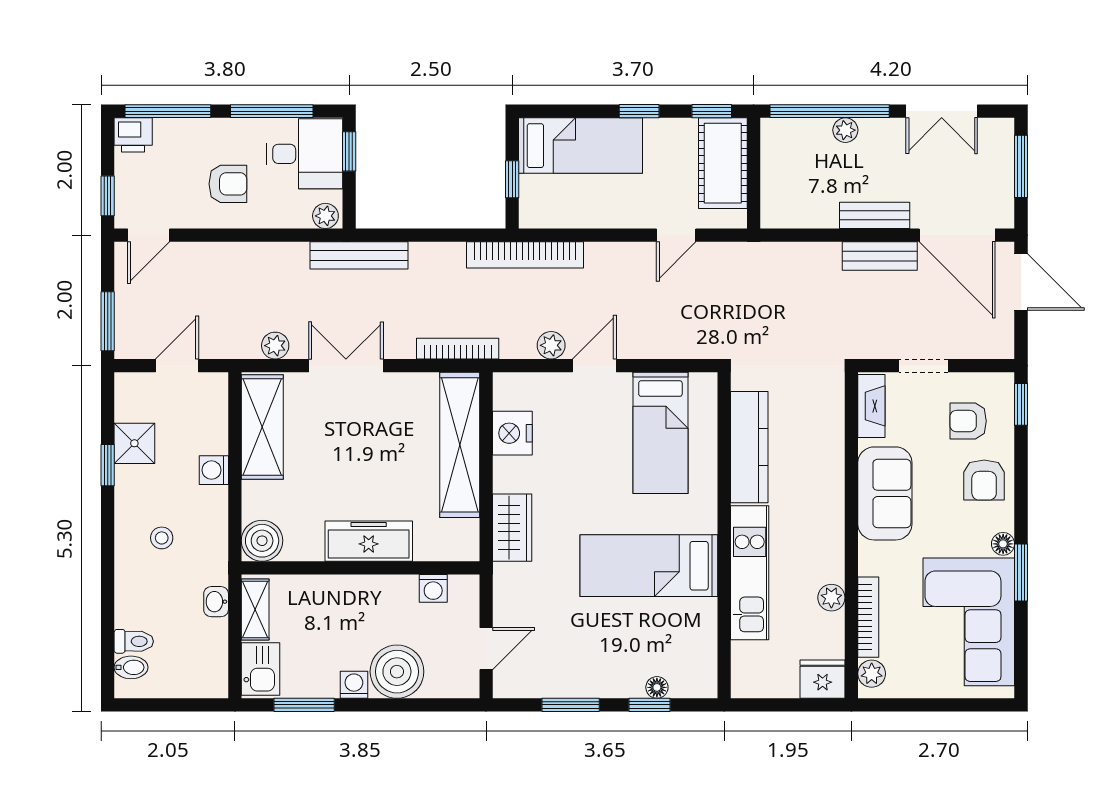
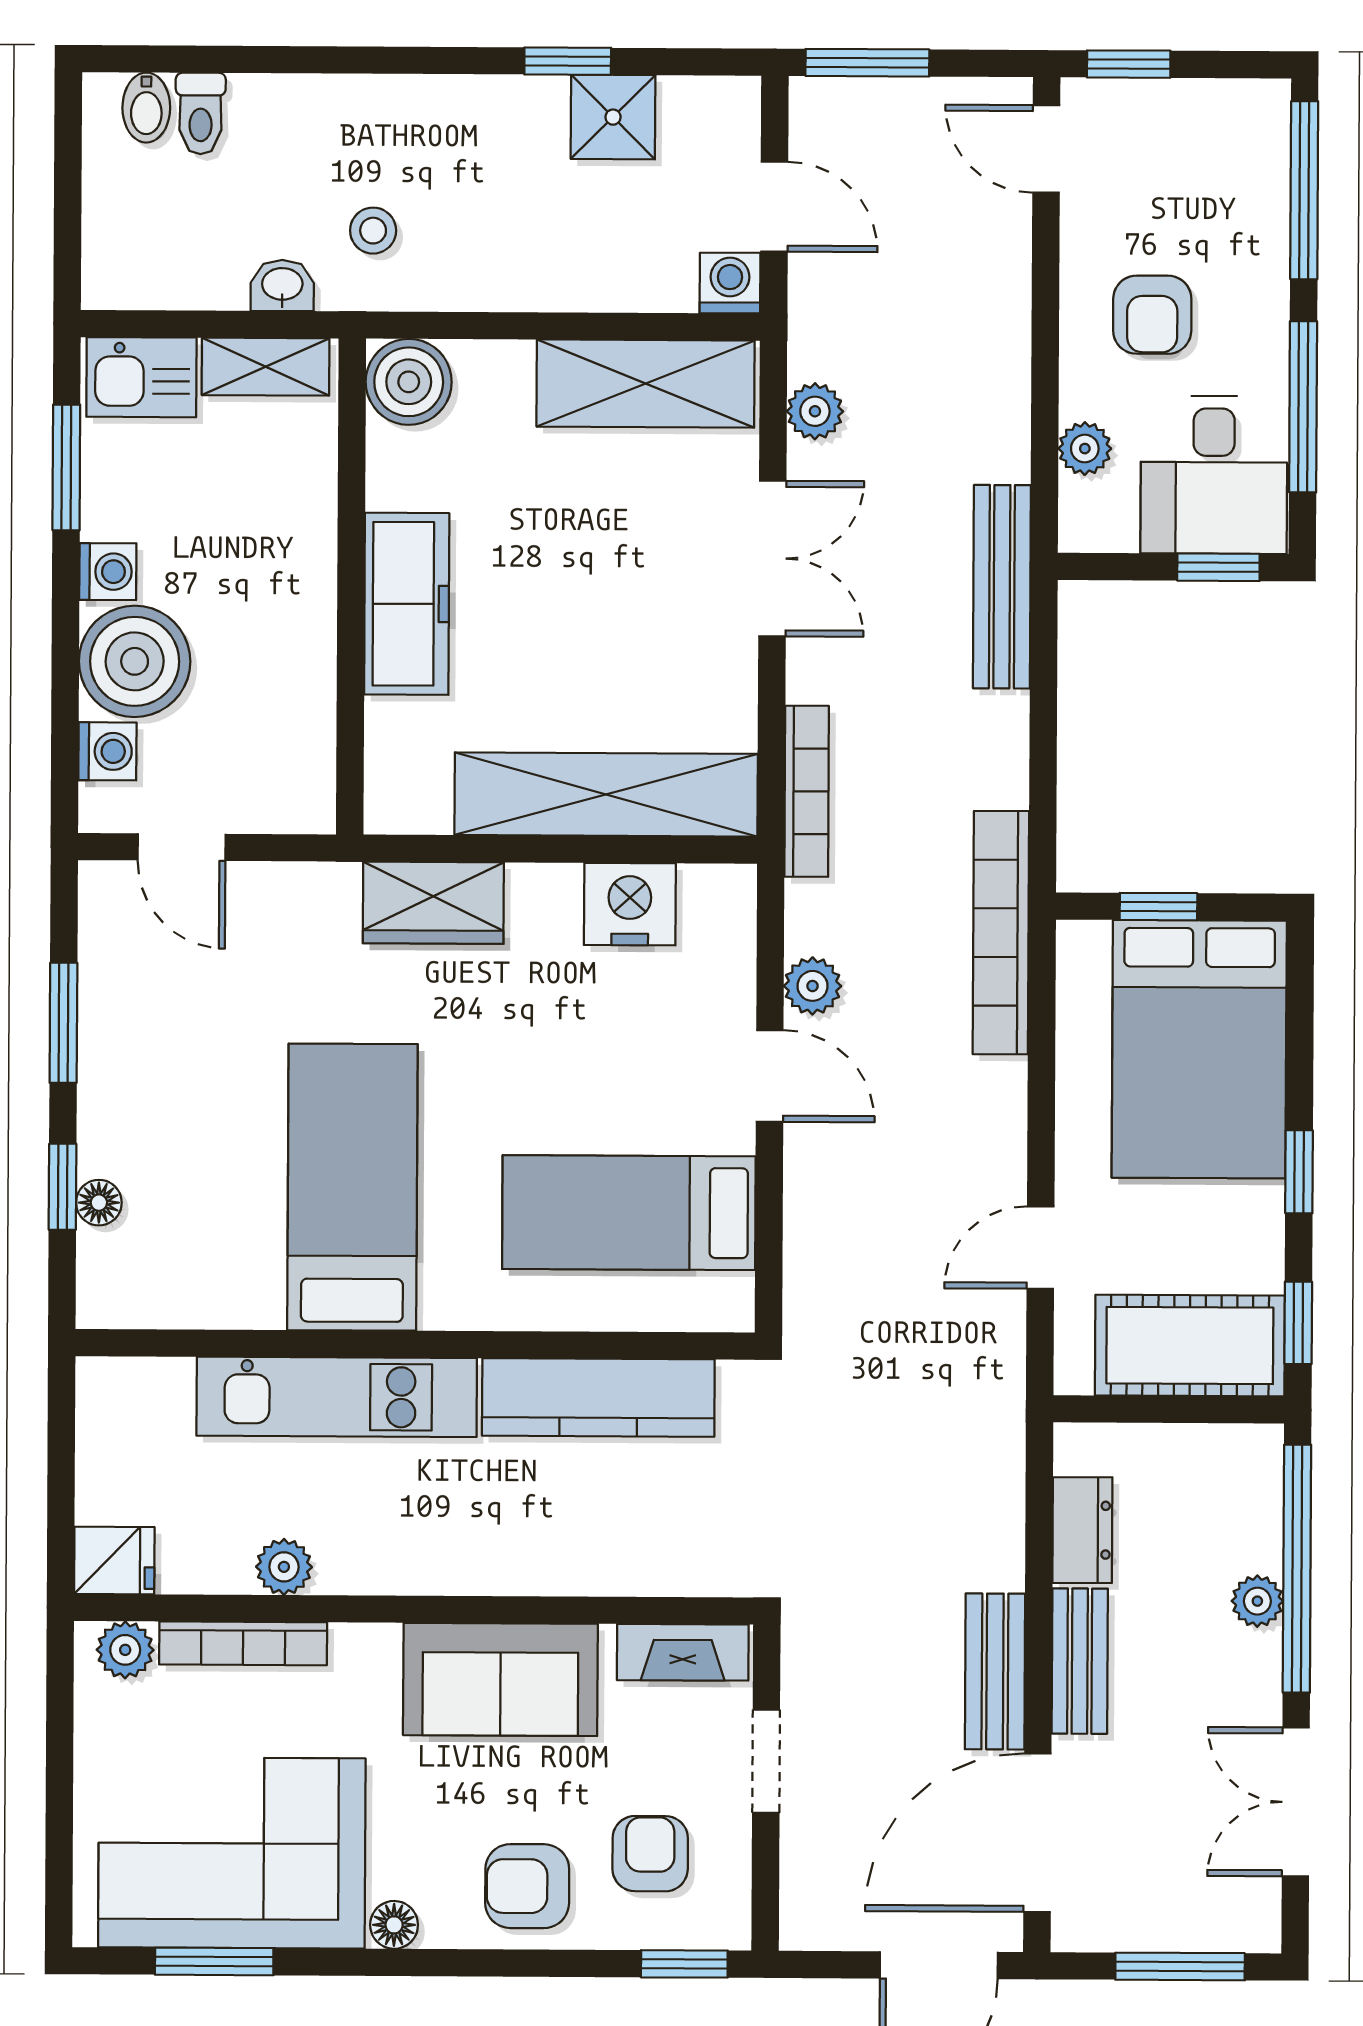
printer: (133, 135) -> (1255, 118), removed
bed: (581, 146) -> (1199, 1049), width x1.50
dresser: (812, 214) -> (1082, 1530), added
plant: (325, 216) -> (1085, 449), moved
door: (676, 235) -> (1040, 1248), hinge flipped
washing machine: (214, 470) -> (730, 283), moved
stool: (162, 538) -> (373, 231), moved
window: (1021, 572) -> (214, 1961), moved
washing machine: (433, 588) -> (107, 751), moved, turned 180
fridge: (823, 679) -> (114, 1560), width x0.72

